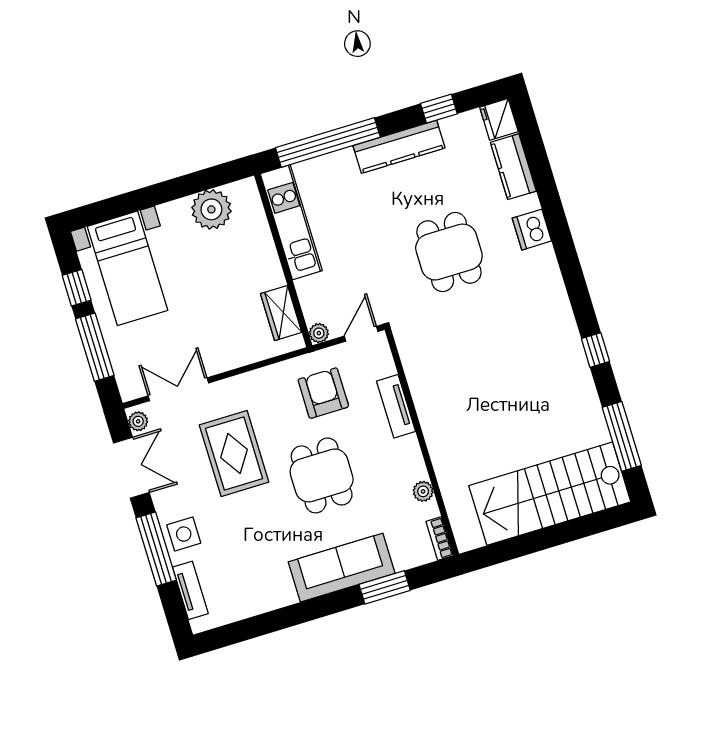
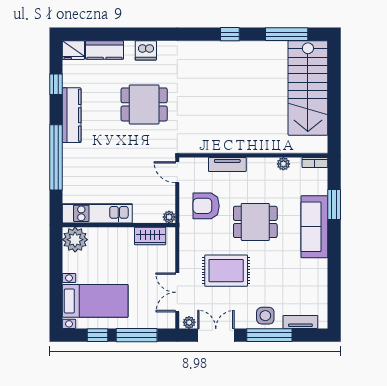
kitchen unit: (291, 222) -> (97, 213), moved
wall: (283, 260) -> (119, 225), moved
wardrobe: (281, 313) -> (150, 236), moved
plant: (319, 333) -> (169, 217), moved

